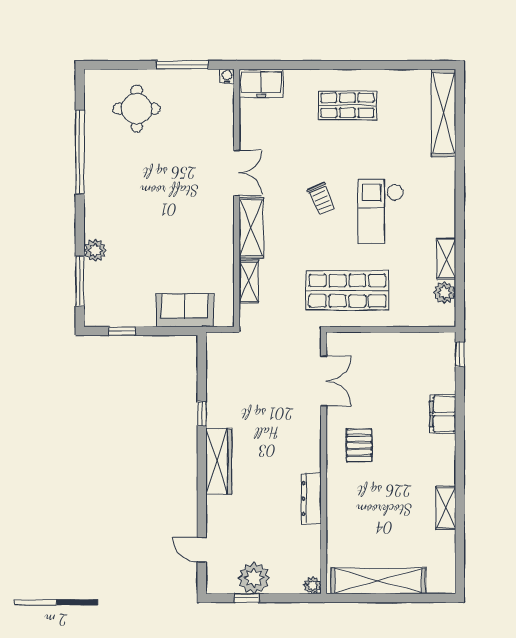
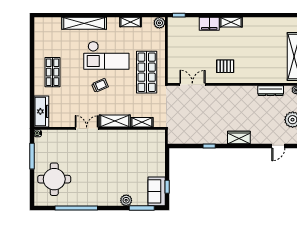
freezer: (261, 83) -> (41, 111), width x1.40
round table: (137, 109) -> (54, 179), width x1.36, depth x1.36
shelving: (444, 113) -> (84, 23), moved
checkout: (381, 211) -> (106, 55), width x1.36, depth x1.21
plant: (444, 293) -> (159, 23), moved
sofa: (185, 310) -> (157, 191), moved
wardrobe: (219, 461) -> (239, 137), width x0.67
dresser: (311, 499) -> (271, 91), moved
shelving: (446, 508) -> (231, 22), moved

